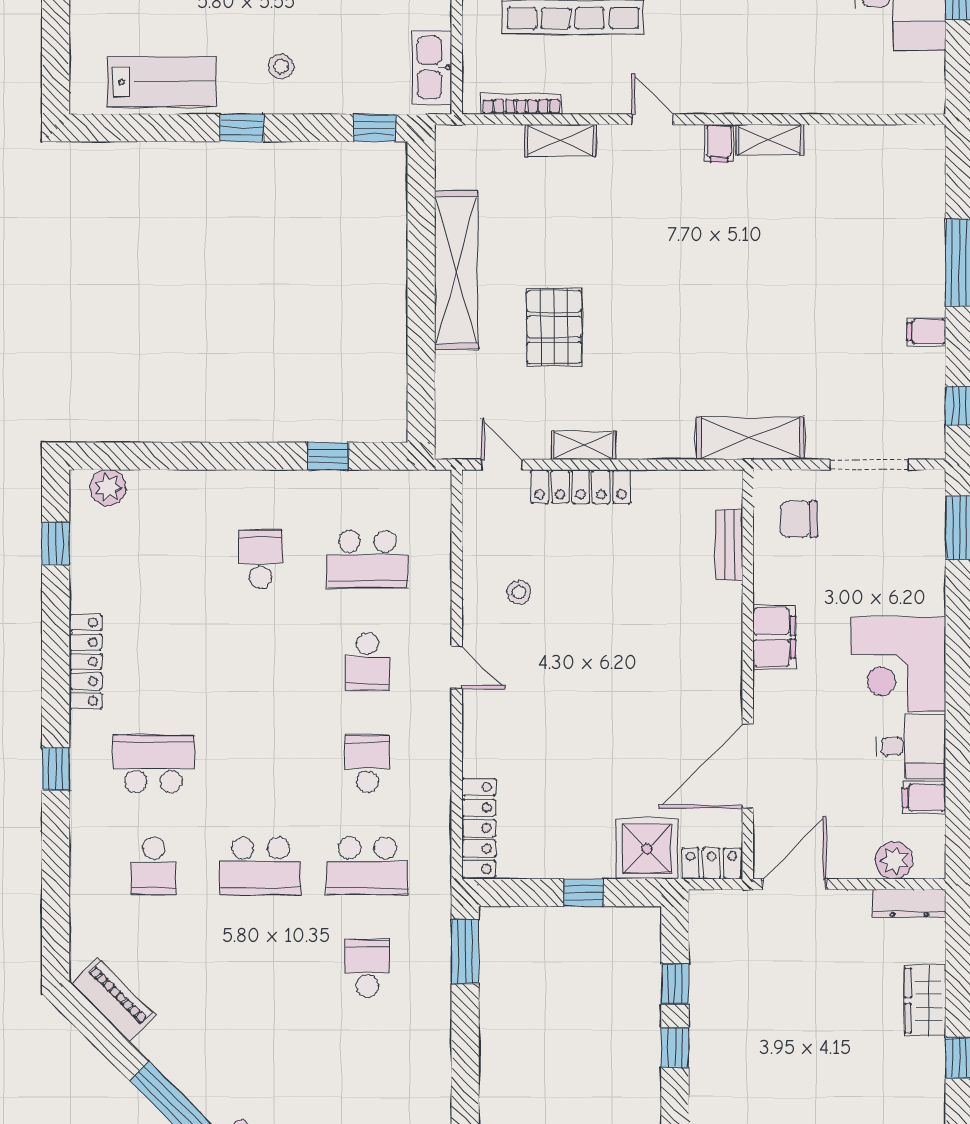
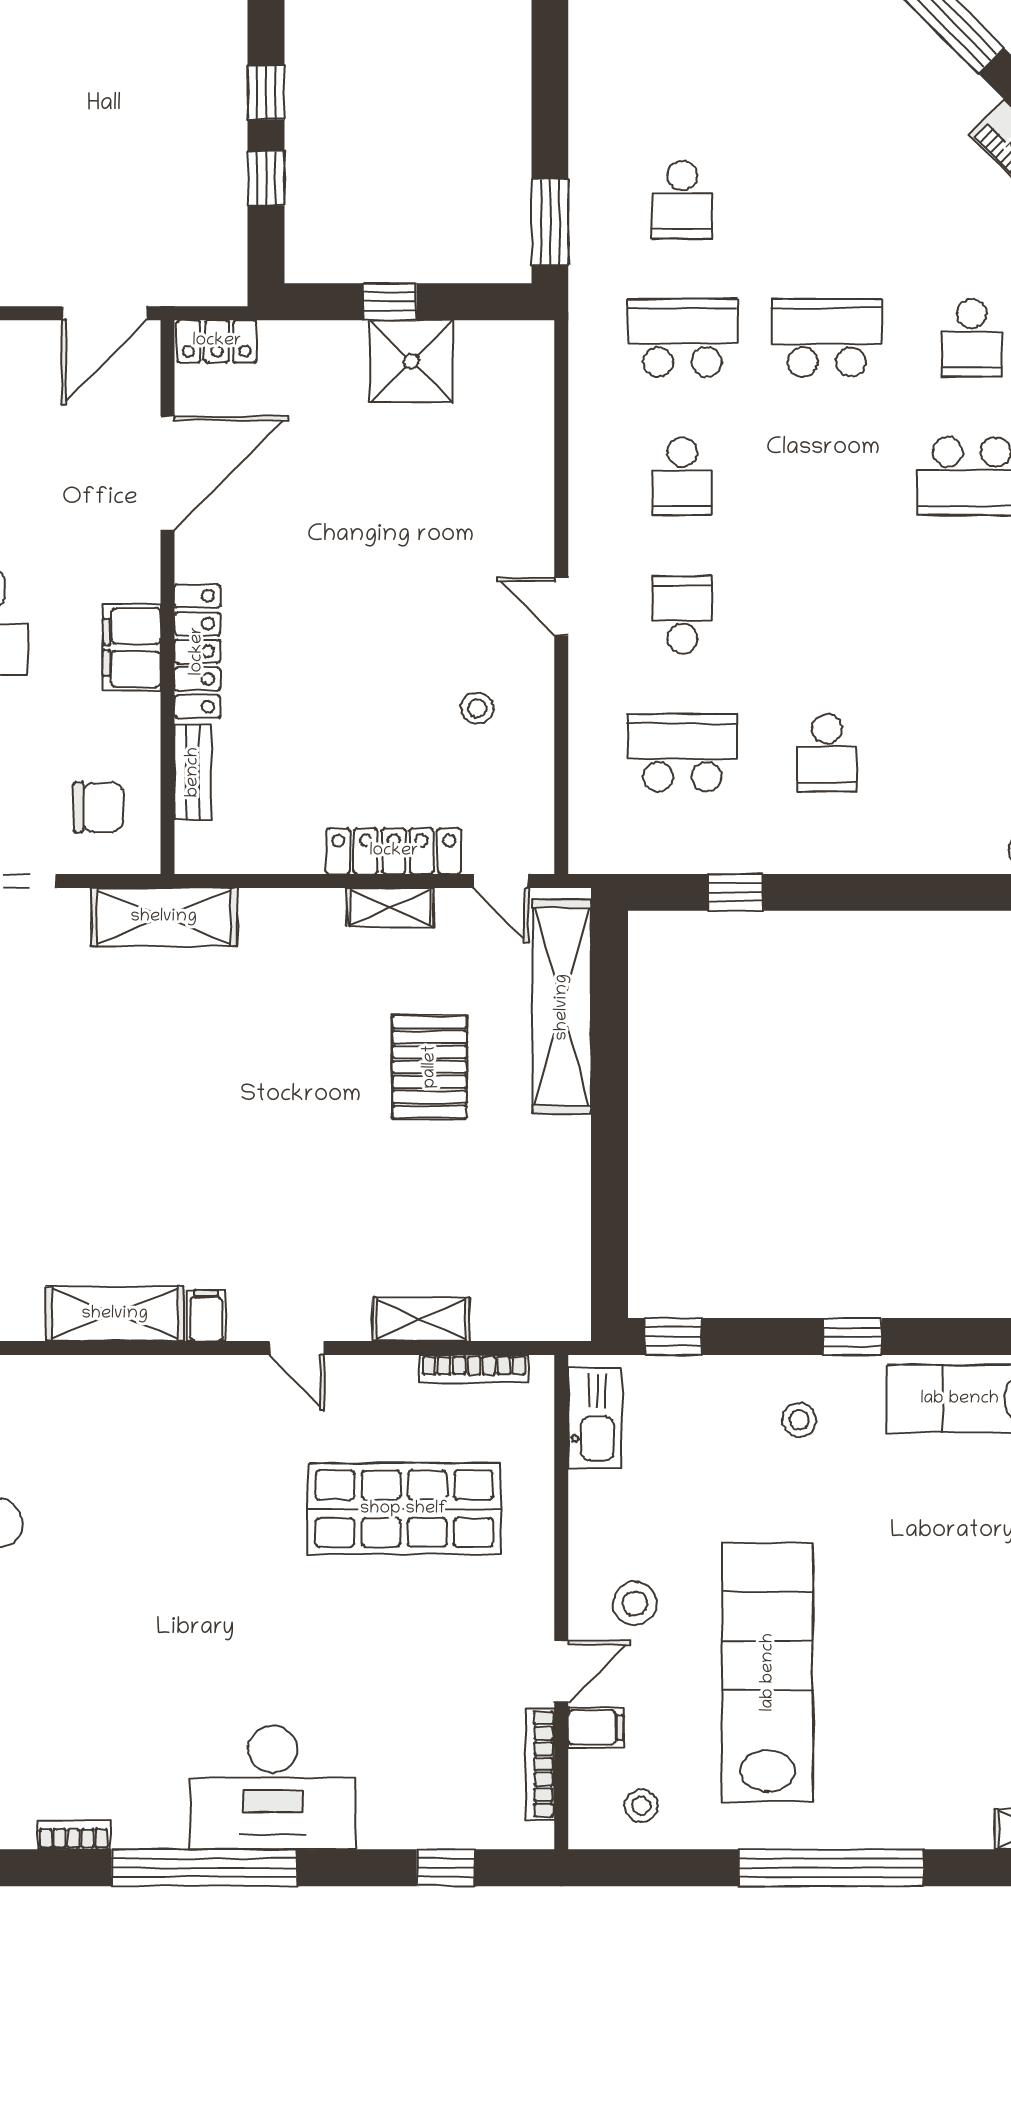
shelving: (770, 140) -> (115, 1314), width x1.50, depth x1.33
shelving: (456, 270) -> (562, 1007), moved
locker: (479, 828) -> (197, 651), moved, turned 180
shower: (647, 849) -> (411, 361), moved
school desk: (153, 866) -> (972, 338), turned 180

